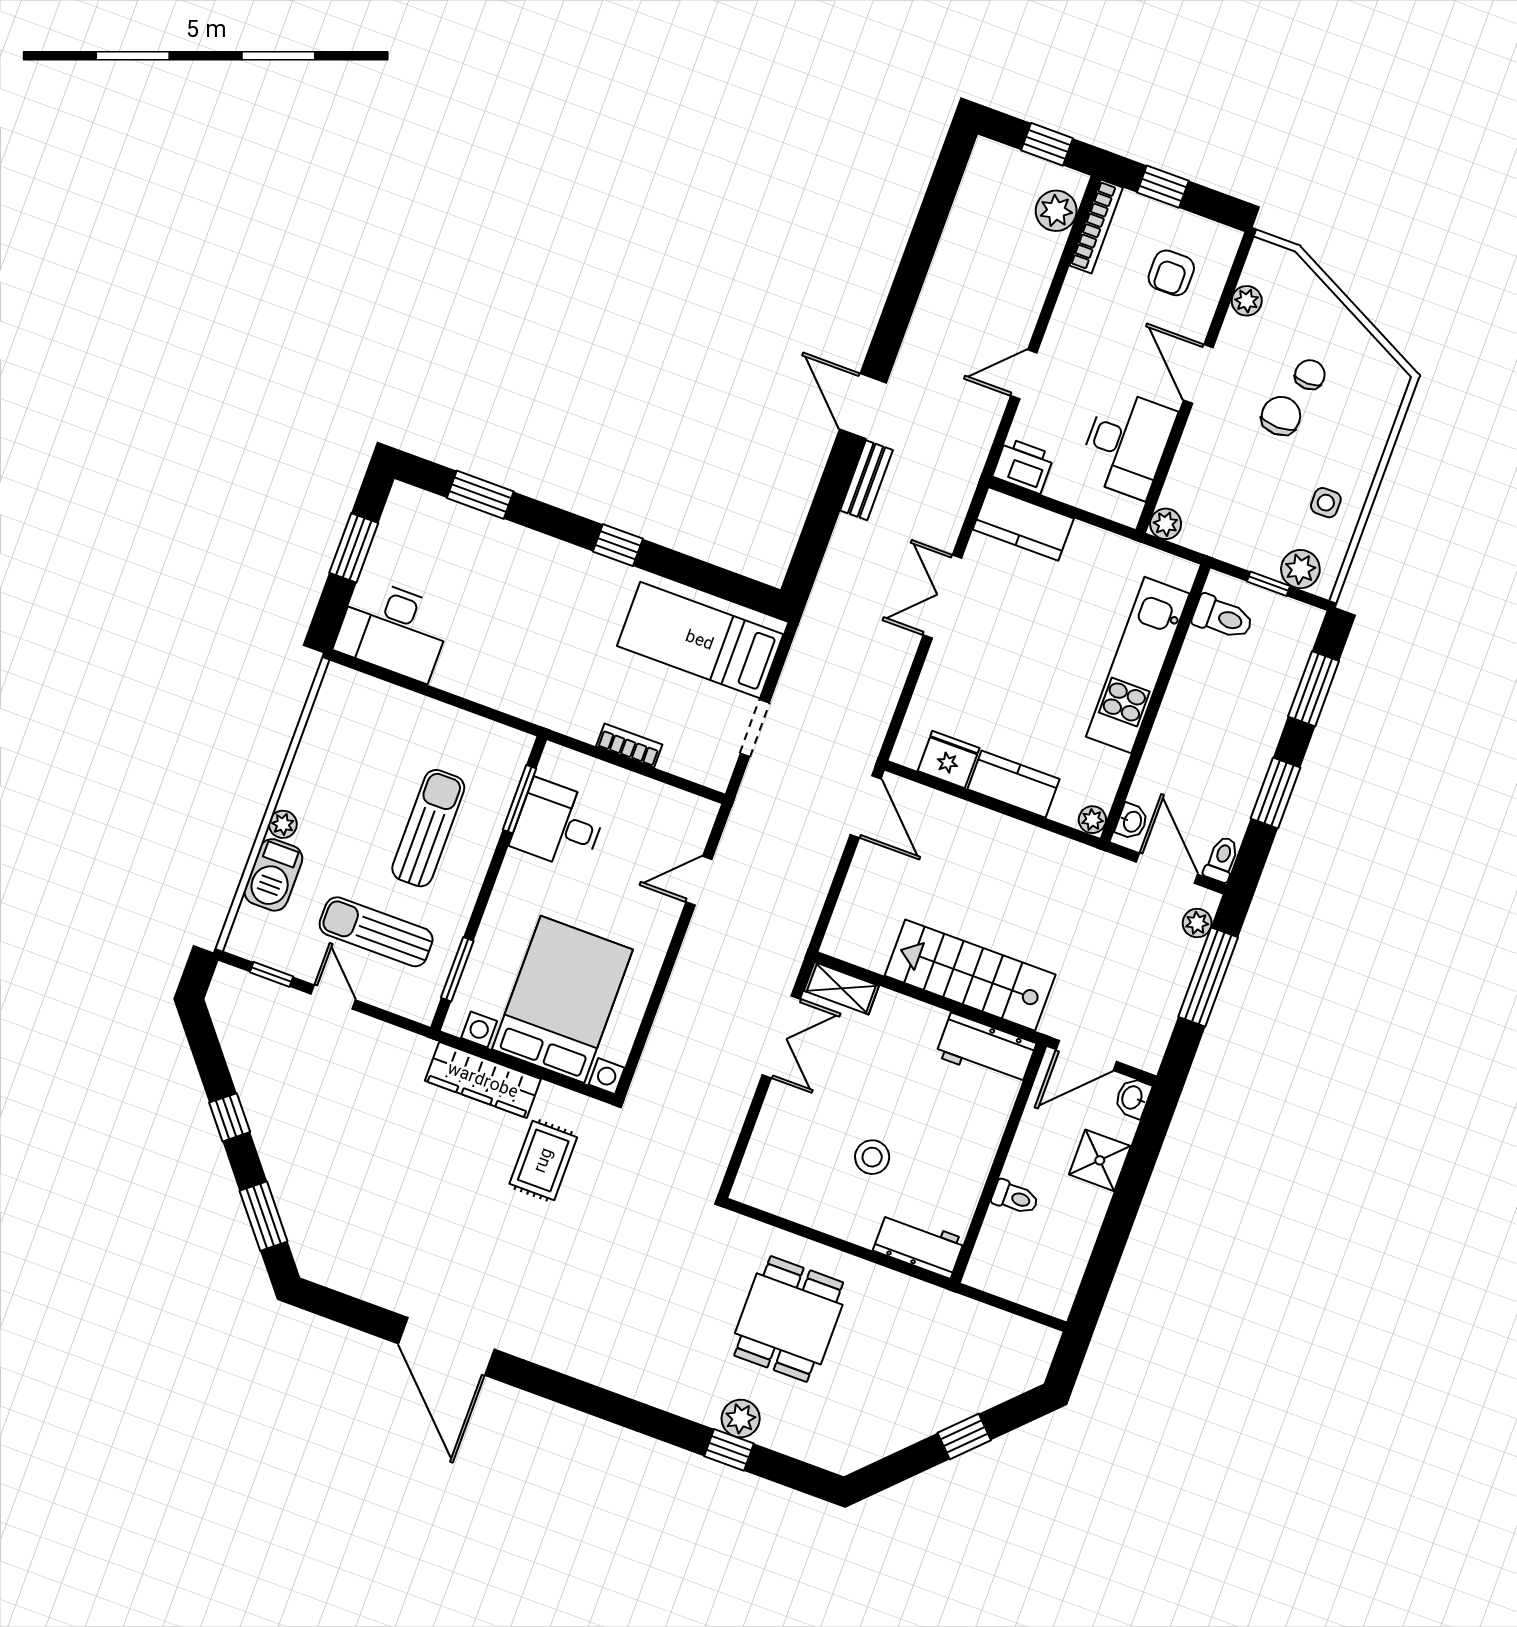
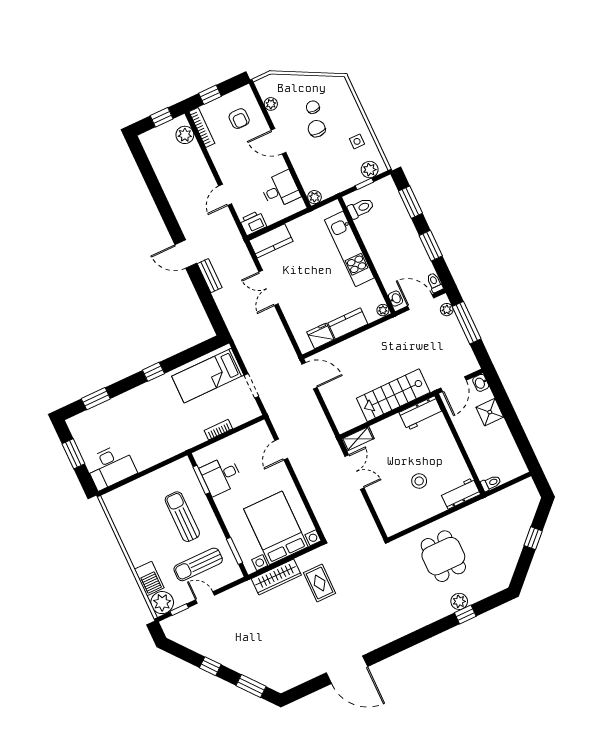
desk: (1127, 444) -> (280, 190), width x0.73
plant: (283, 824) -> (162, 603), moved, width x1.87, depth x1.87
toilet: (1015, 1198) -> (491, 483), moved

